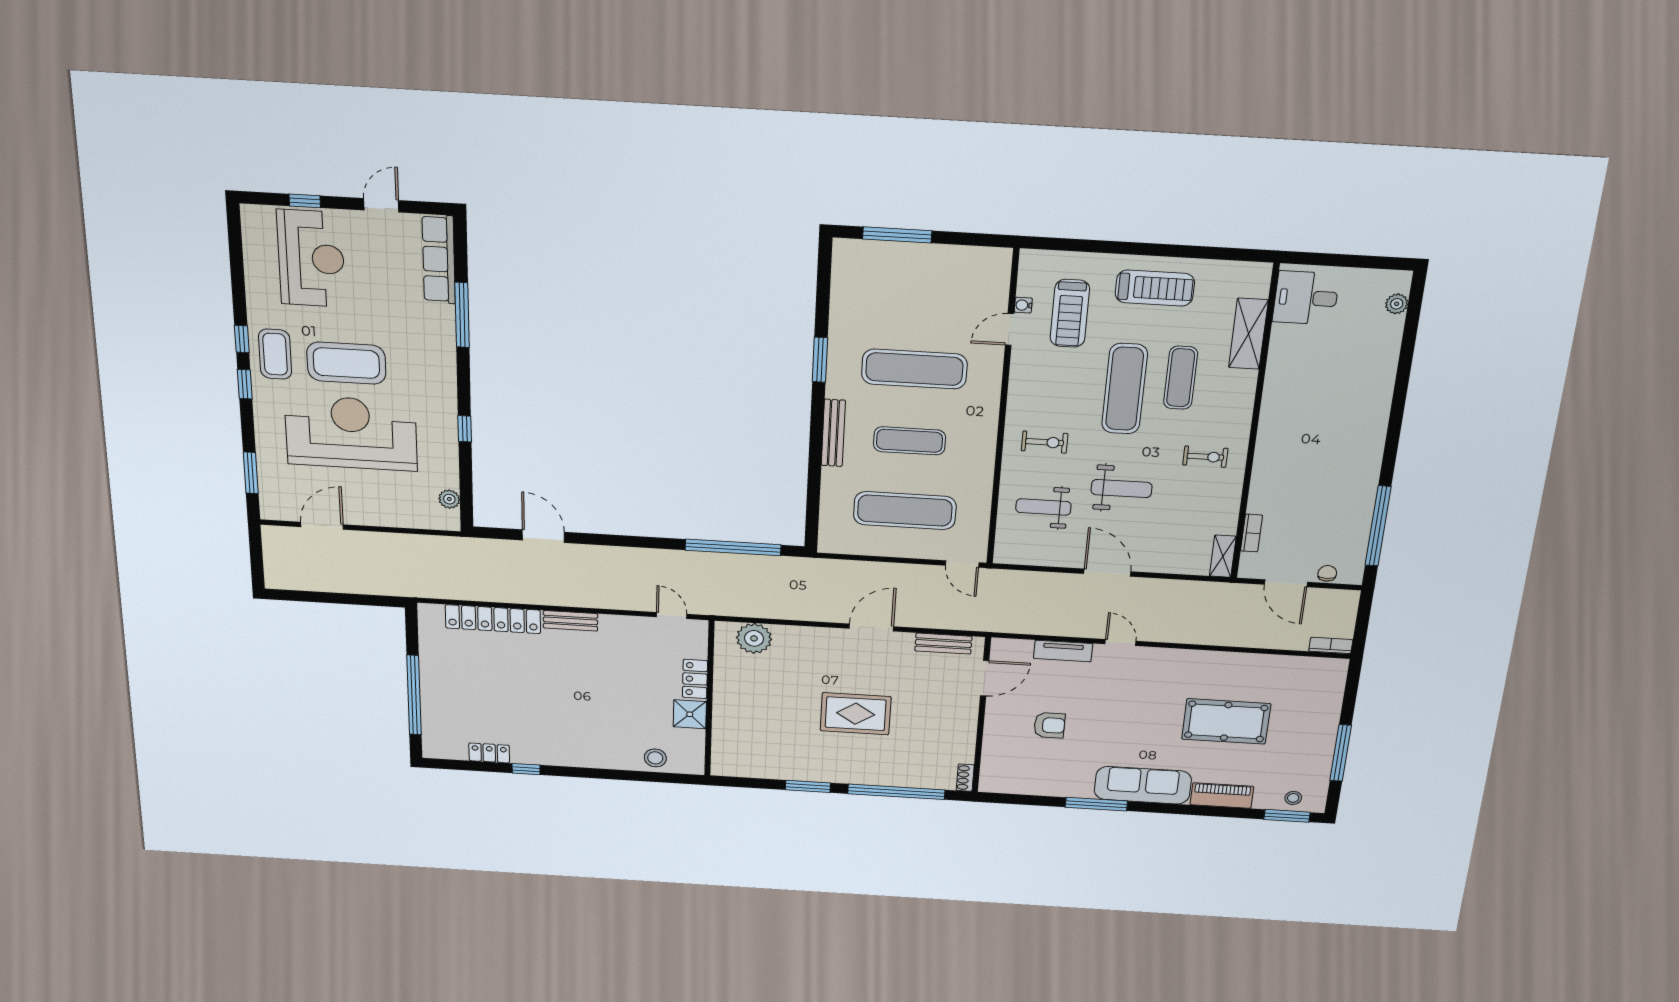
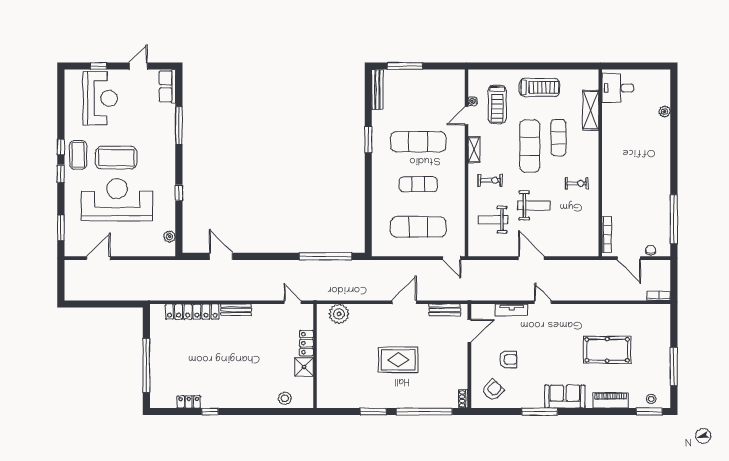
row of seats: (439, 259) -> (167, 86), width x0.68
plant: (1397, 304) -> (665, 112), moved
bench: (833, 433) -> (377, 90), moved
bookcase: (1251, 533) -> (607, 235), width x1.56
shelving: (1223, 556) -> (474, 150), moved
armchair: (1018, 768) -> (493, 390), added
sofa: (1143, 785) -> (565, 397), width x0.73

